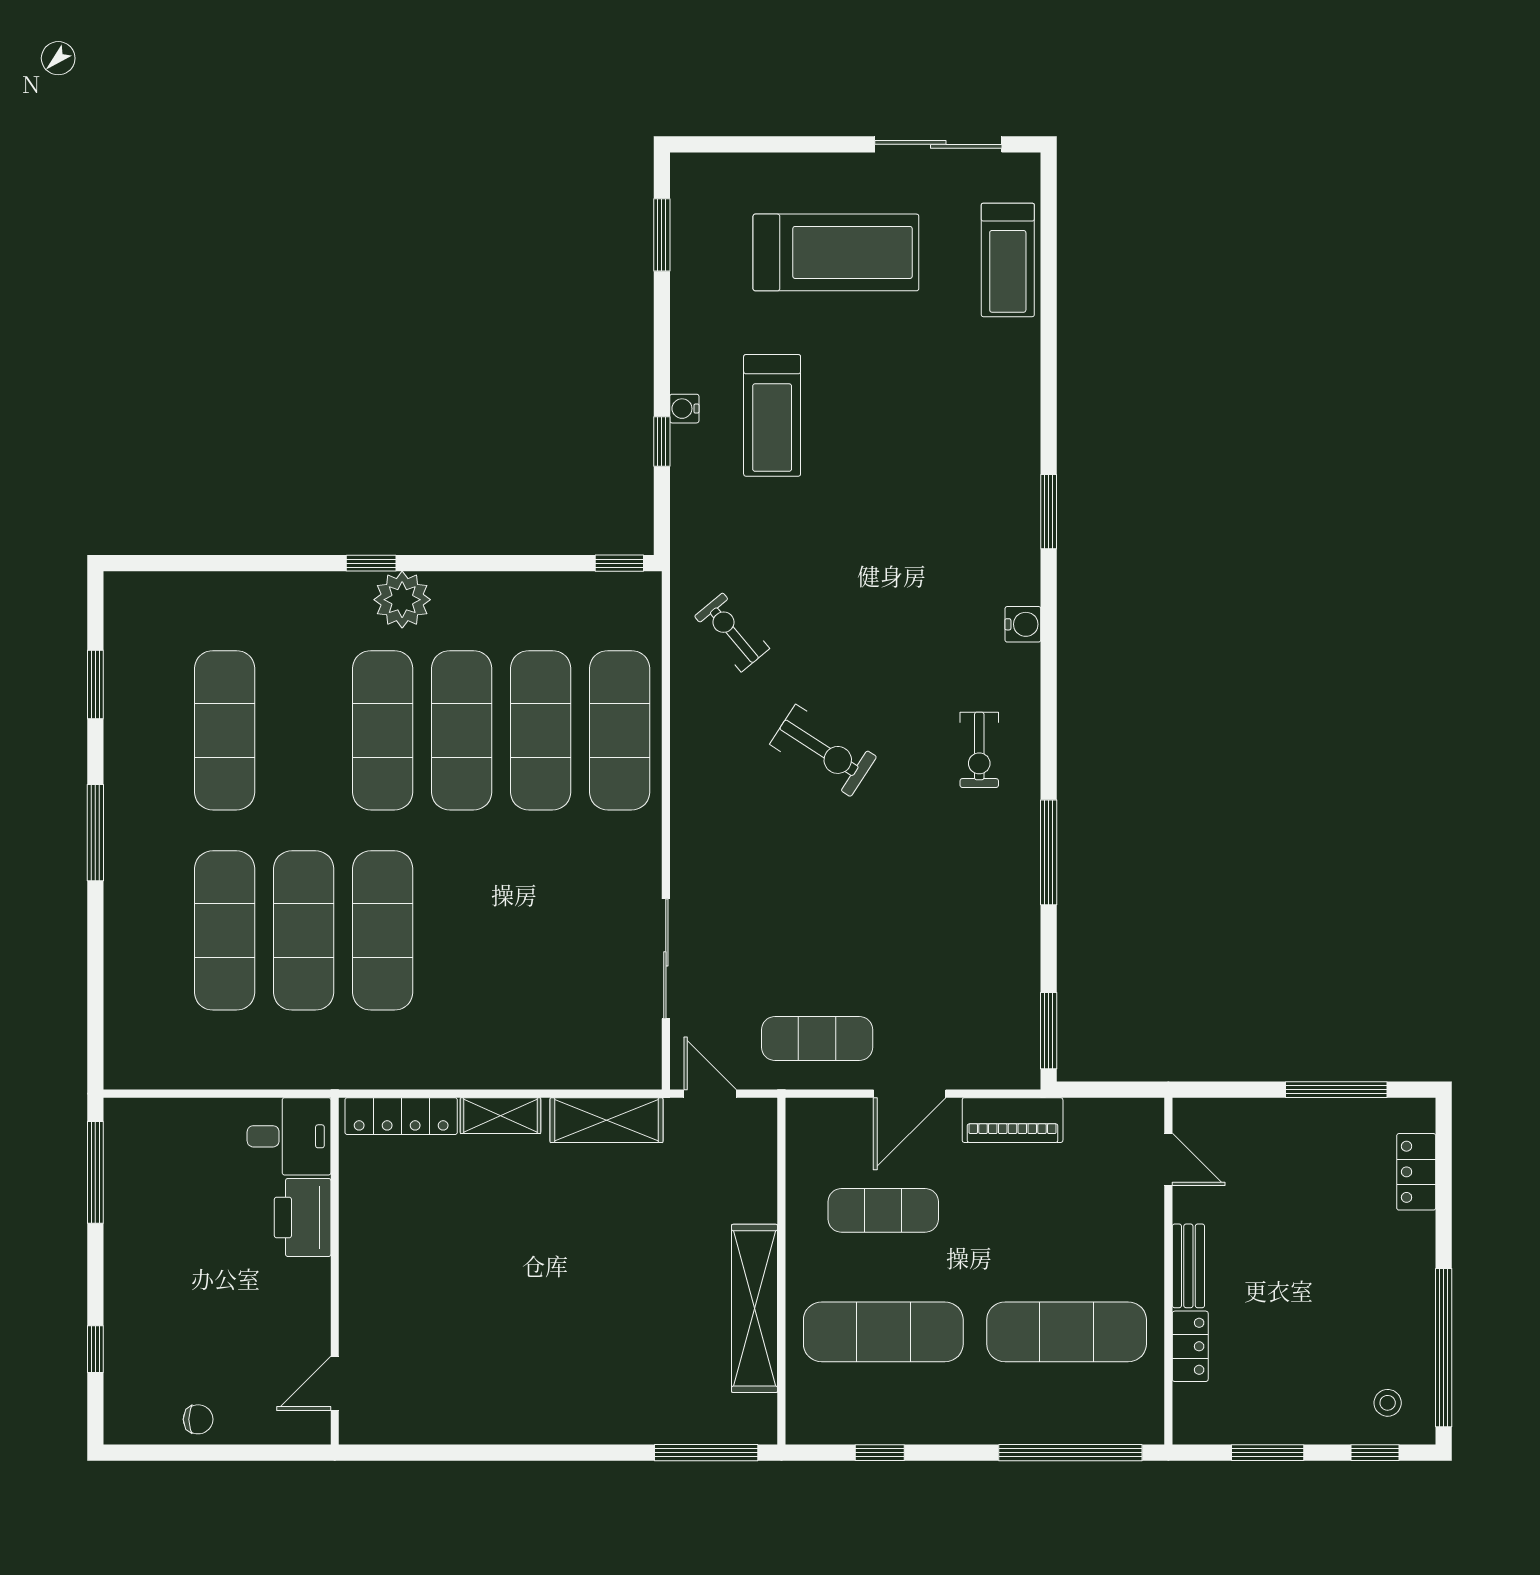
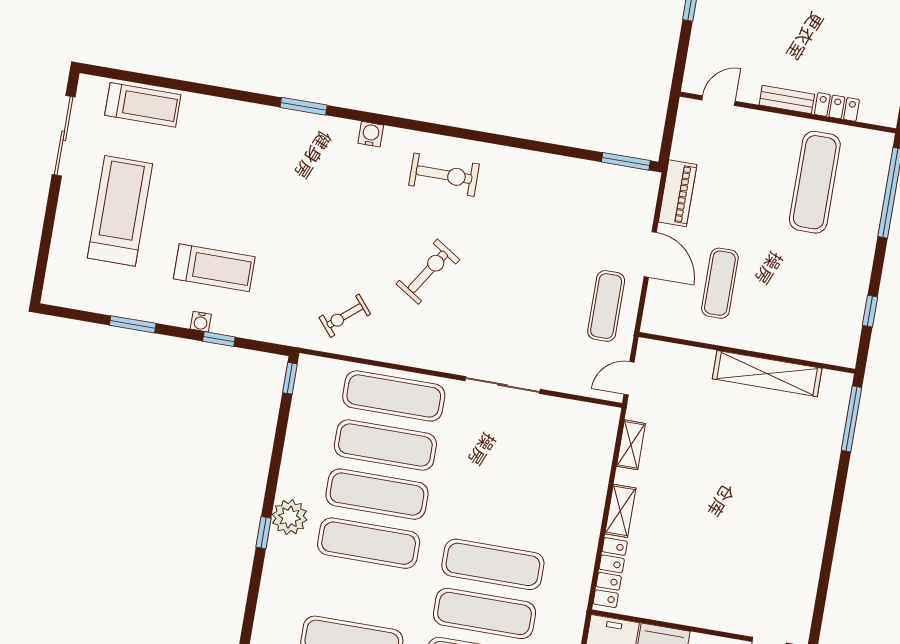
window: (662, 235) -> (133, 324), moved
exercise bike: (979, 750) -> (444, 175), width x1.38, depth x1.39
window: (1049, 852) -> (515, 142), removed
sliding door: (666, 959) -> (503, 385), moved
shelving: (607, 1120) -> (631, 445), width x0.67, depth x0.75
exercise mat: (883, 1332) -> (795, 296), removed

